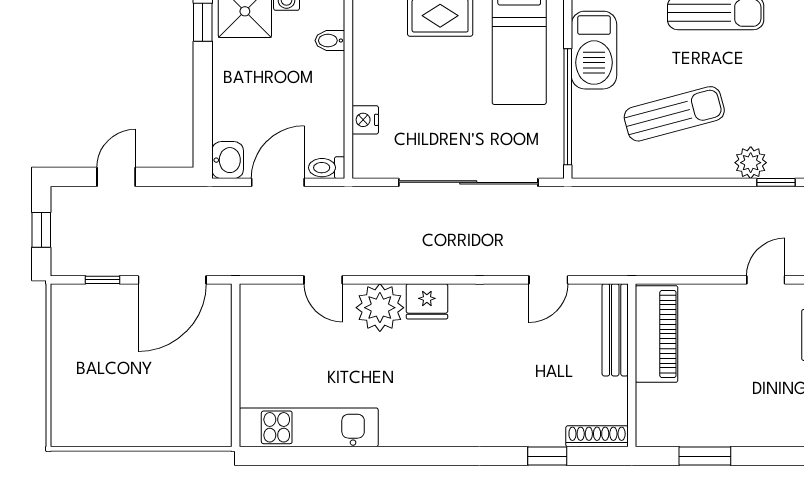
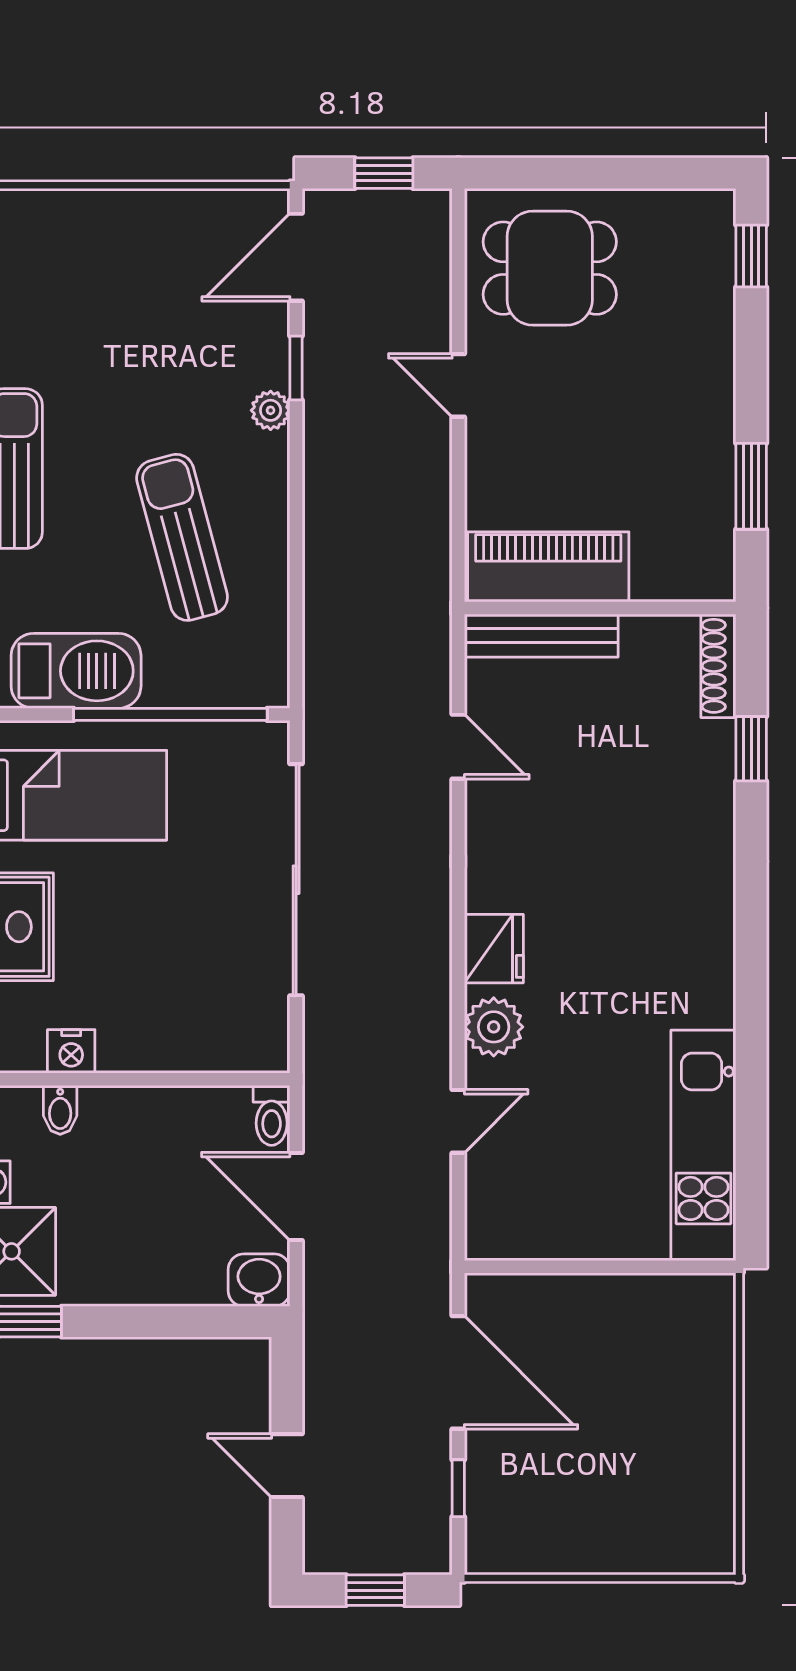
nightstand: (365, 120) -> (71, 1051), moved
plant: (751, 163) -> (271, 410), width x0.73, depth x0.73
plant: (380, 308) -> (494, 1027), width x0.73, depth x0.73

